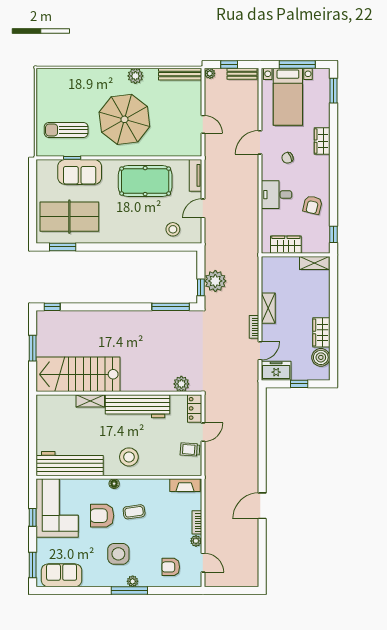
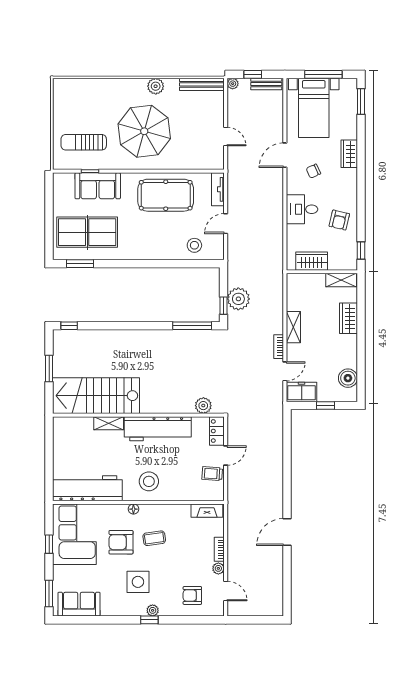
wardrobe: (321, 332) -> (348, 318), moved
window: (129, 591) -> (149, 620), width x0.46

